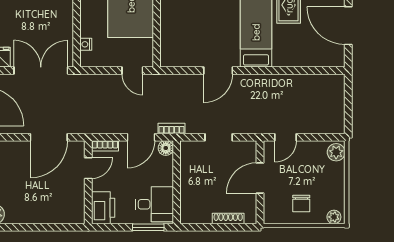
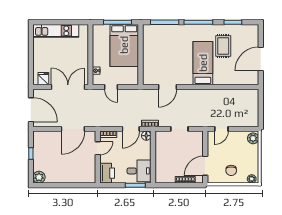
door: (348, 26) -> (261, 59), hinge flipped
door: (132, 71) -> (111, 87), moved
door: (218, 71) -> (167, 87), moved
door: (260, 178) -> (205, 166), moved

